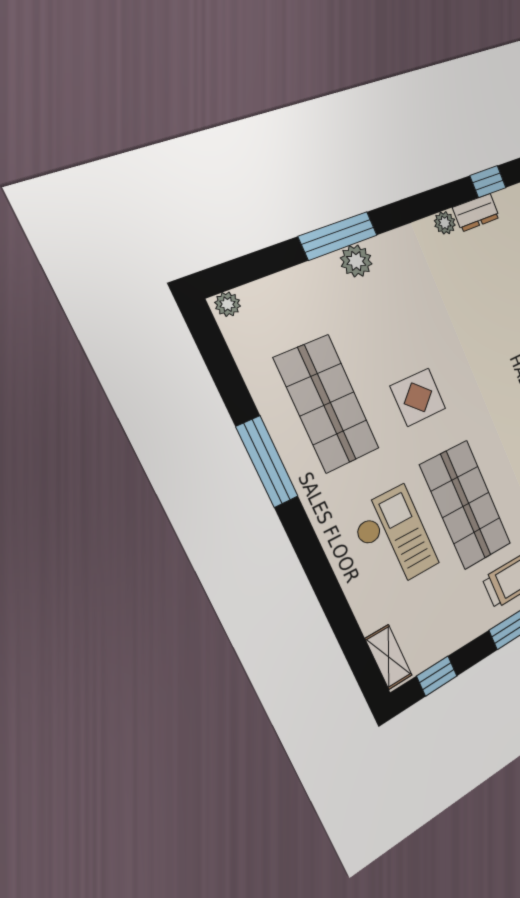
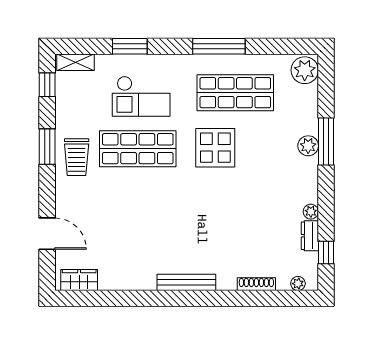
plant: (228, 304) -> (305, 70), width x1.88, depth x1.88
display table: (418, 397) -> (215, 148), width x1.36, depth x1.36
window: (330, 594) -> (130, 46), added

